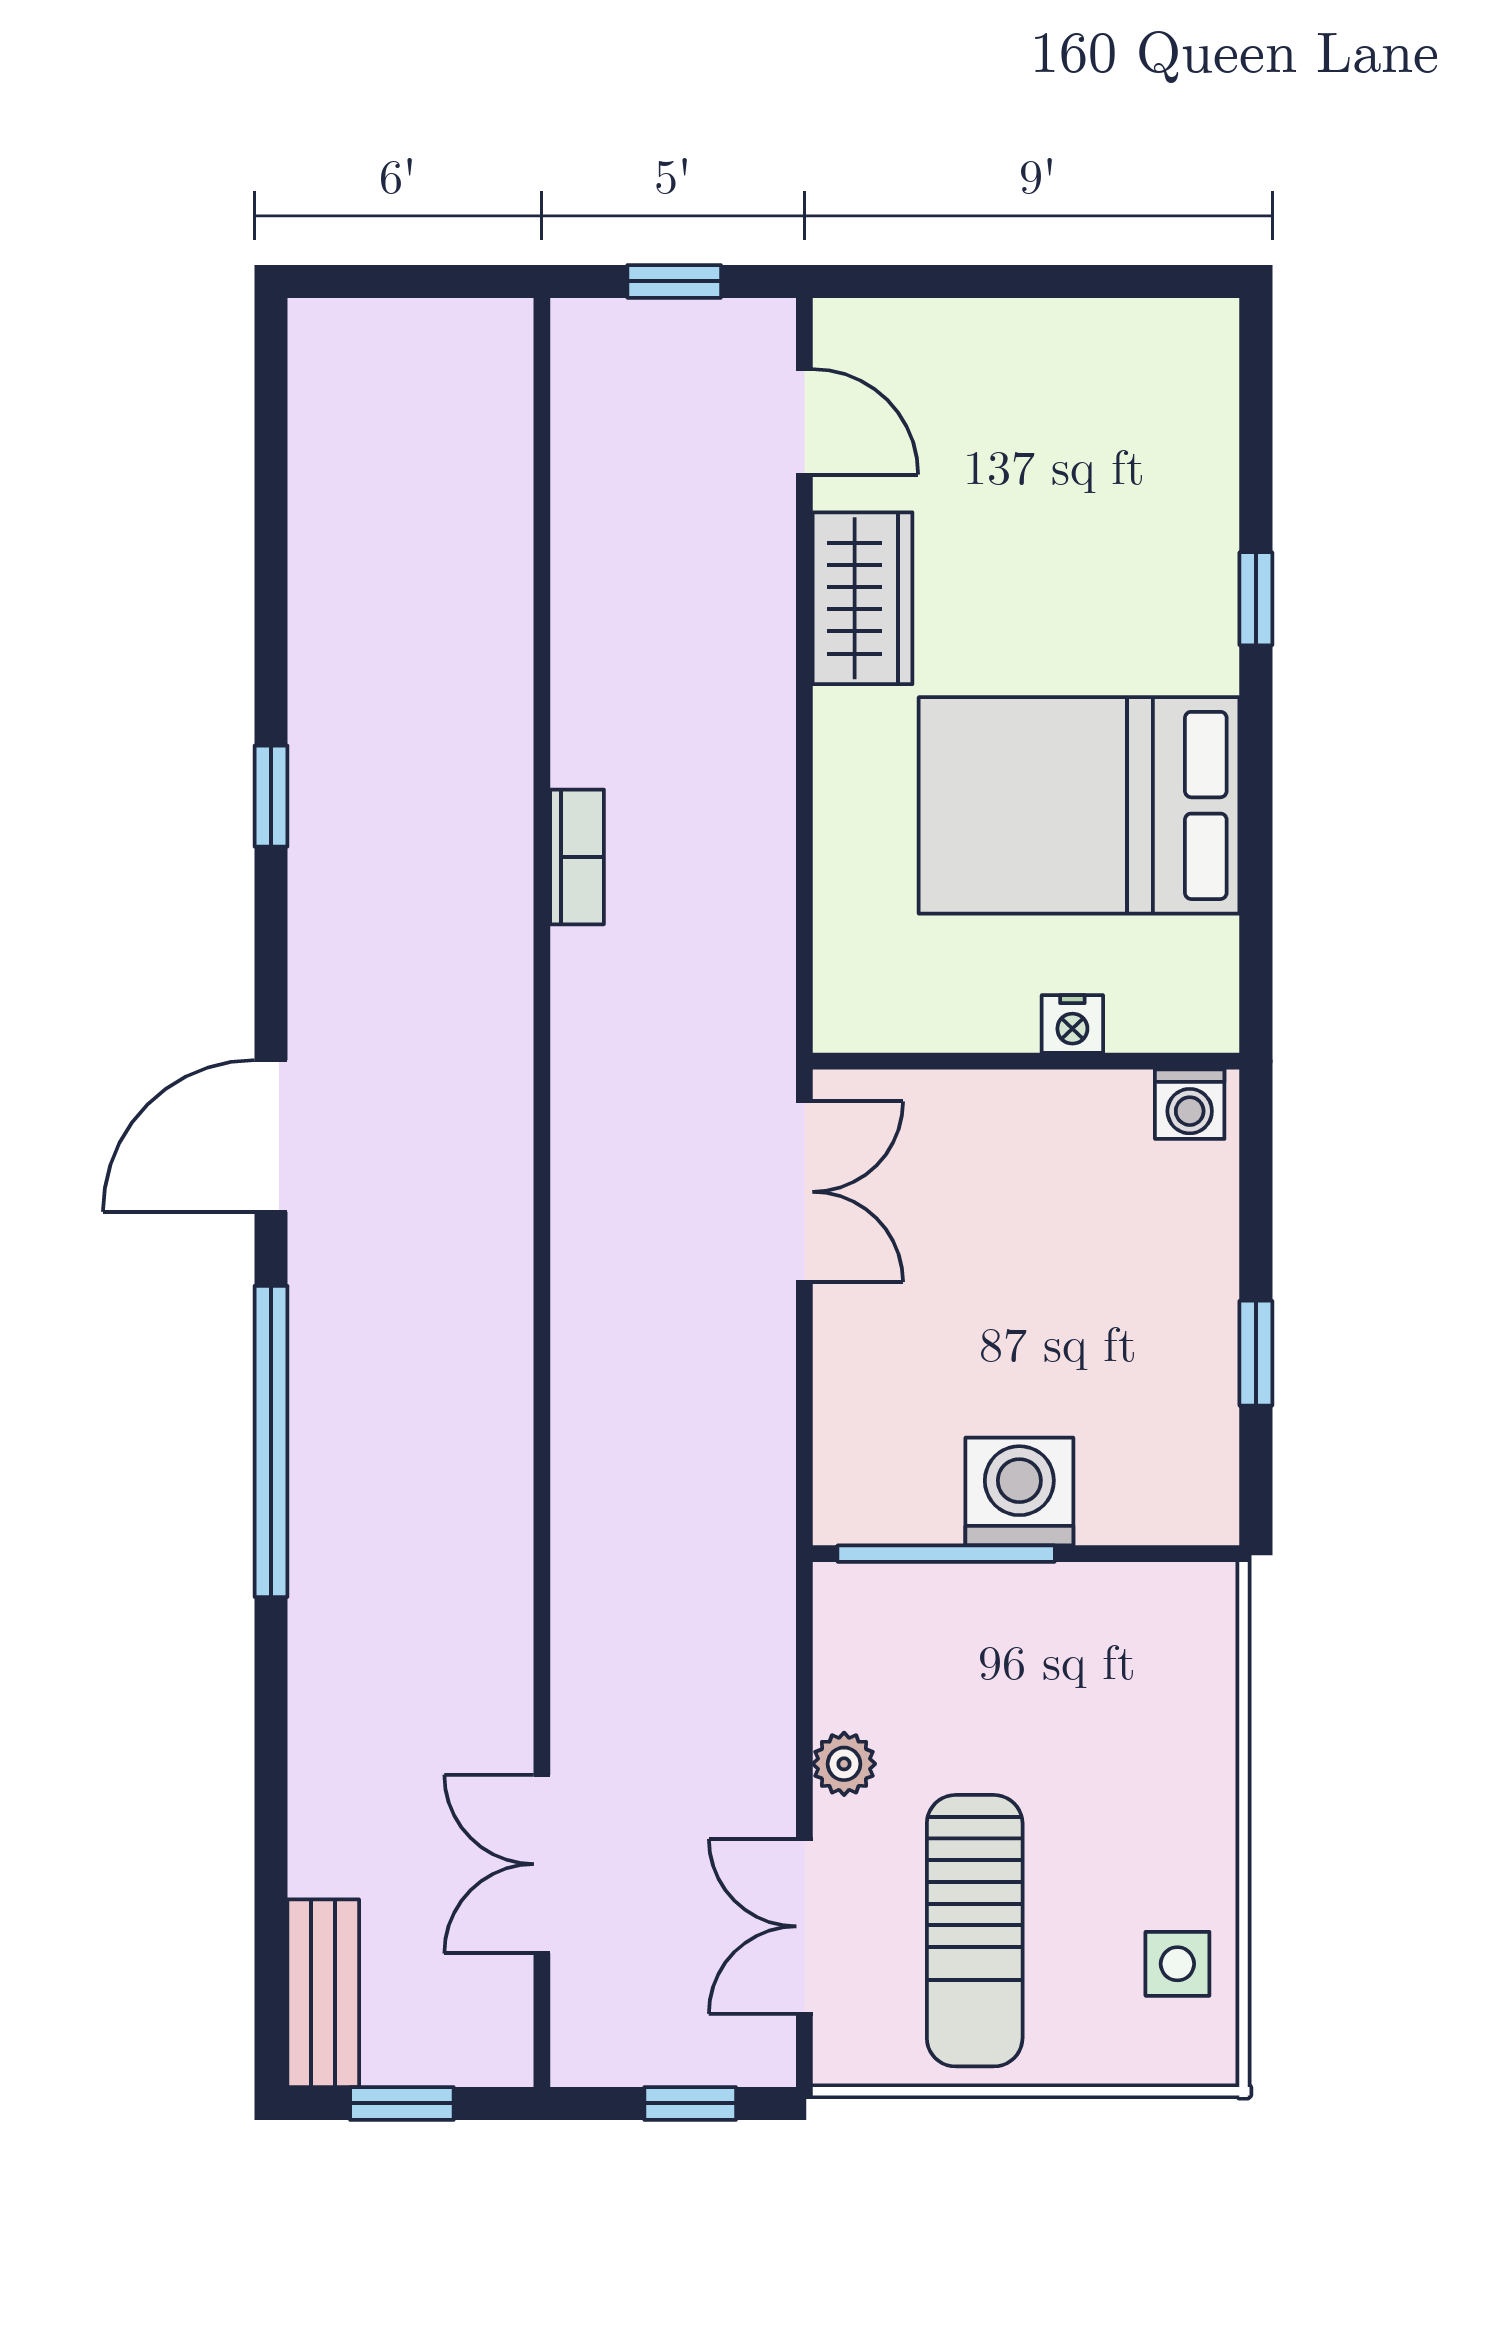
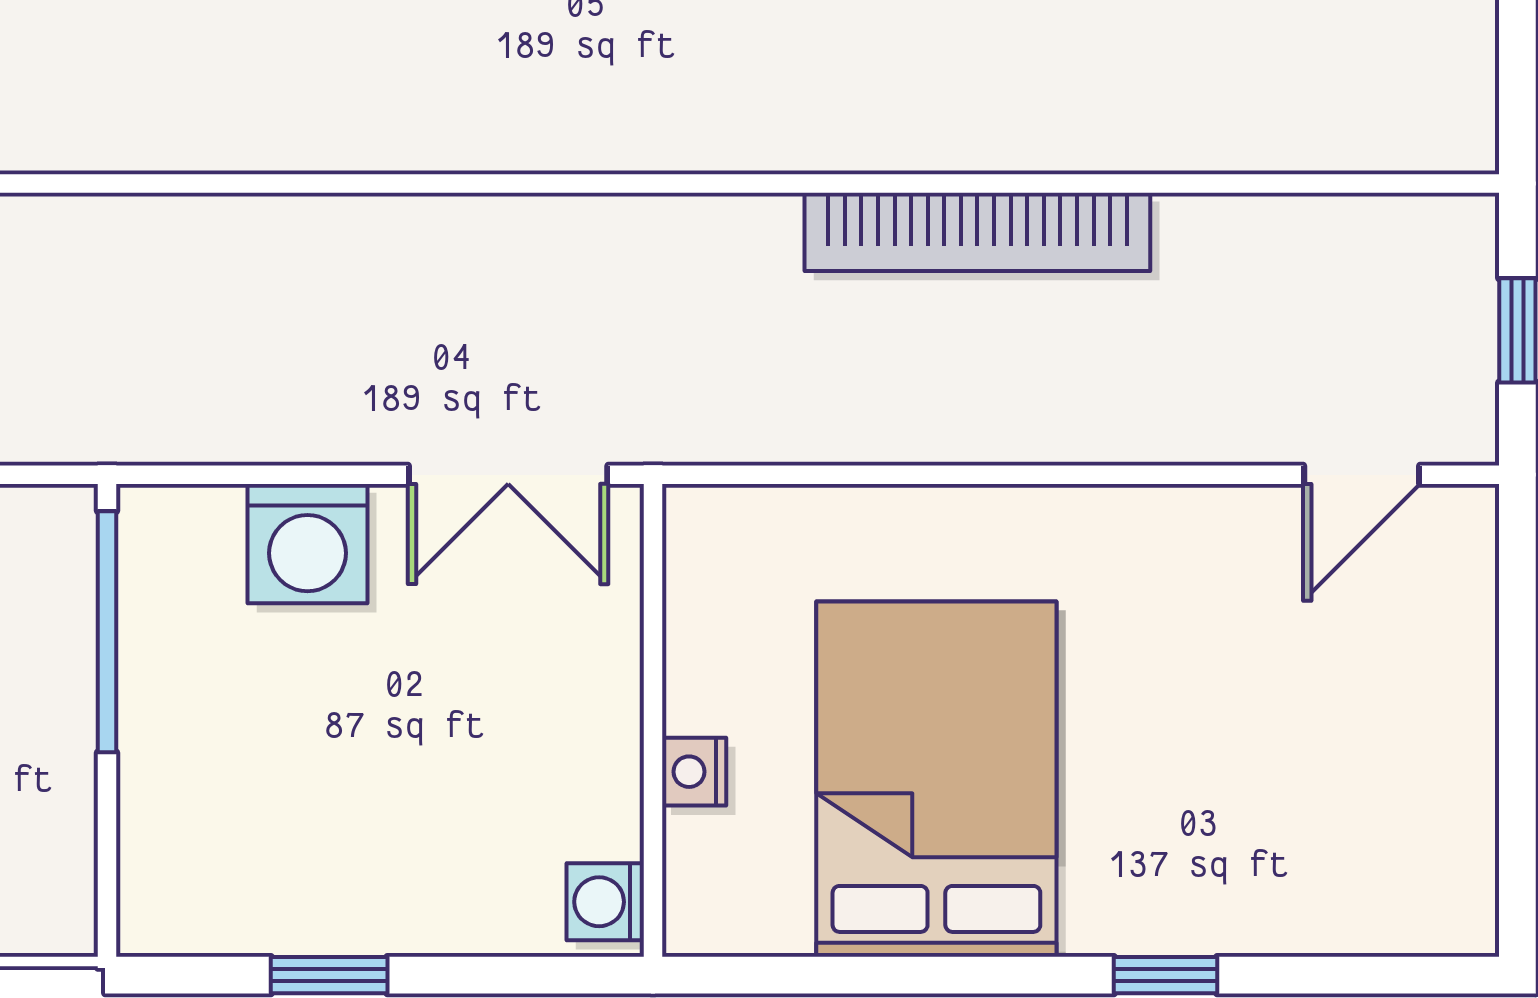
wardrobe: (863, 598) -> (1166, 539), removed
bookcase: (577, 857) -> (977, 232), width x2.31, depth x1.31
washing machine: (1019, 1491) -> (307, 544), moved, turned 90

